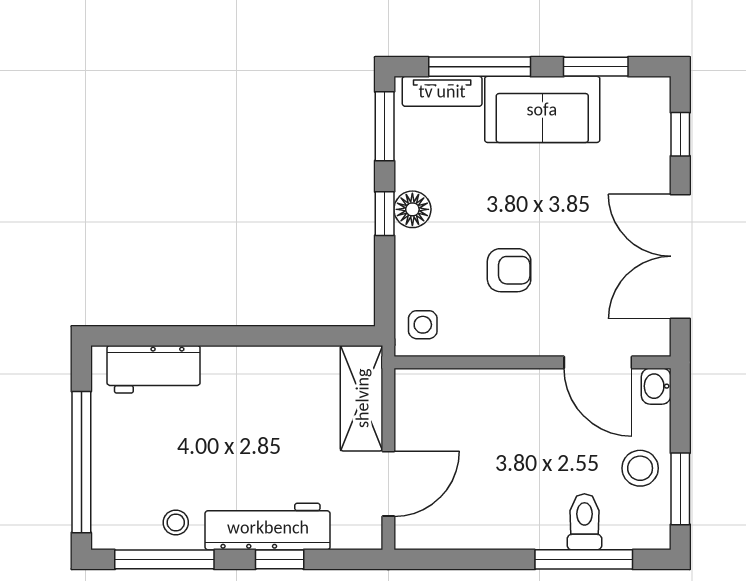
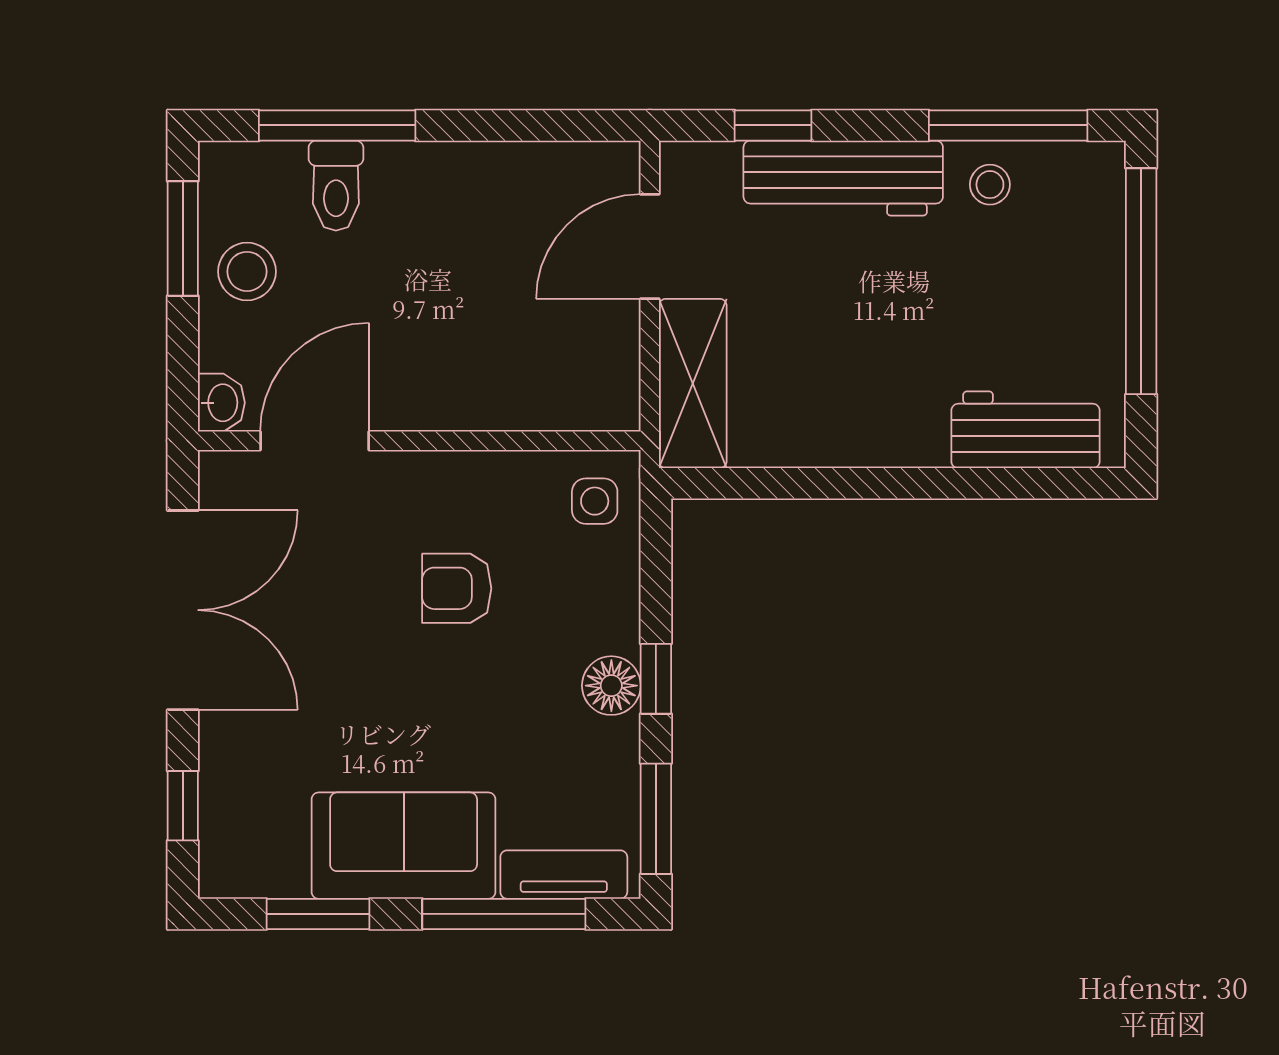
door: (598, 362) -> (315, 441), hinge flipped
window: (280, 559) -> (773, 125), moved

